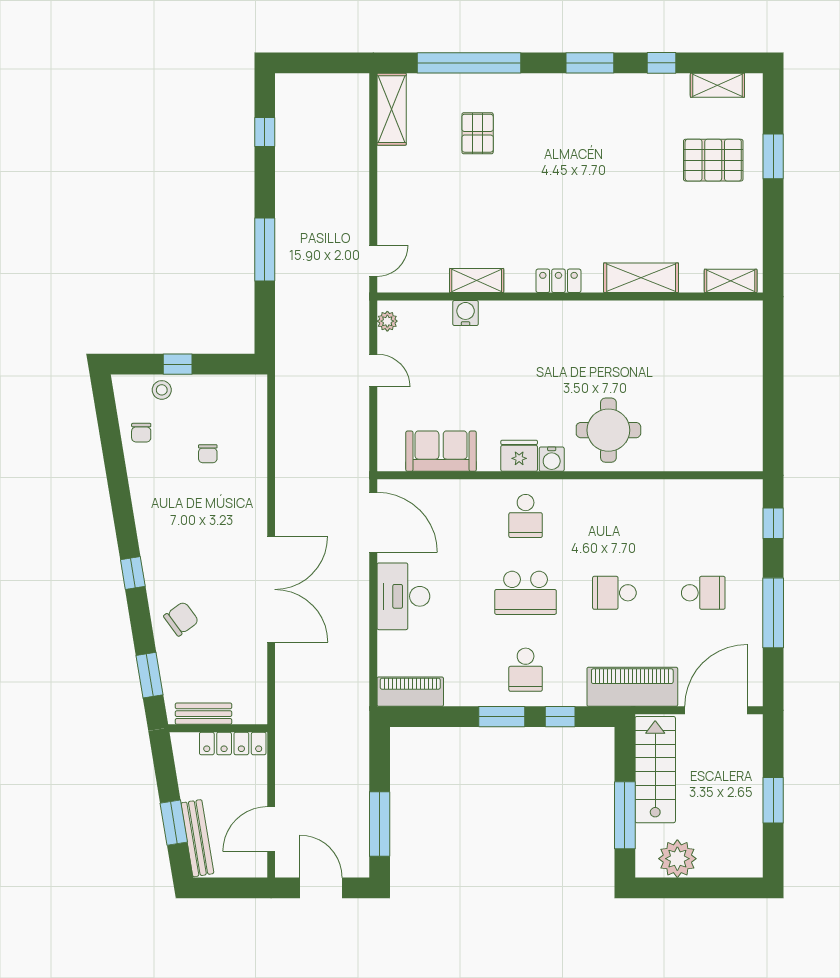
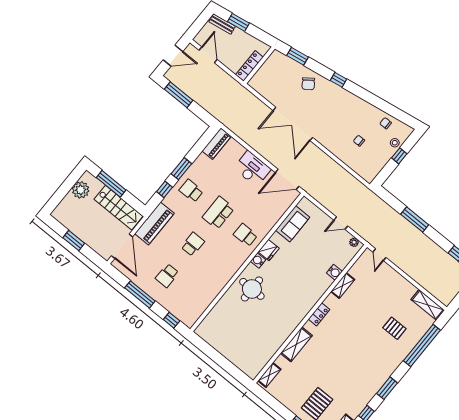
bench: (203, 714) -> (268, 64), removed
bench: (197, 838) -> (222, 24), width x0.73

